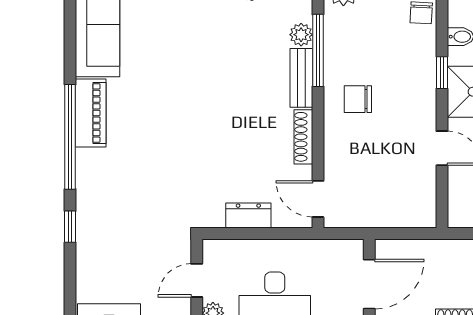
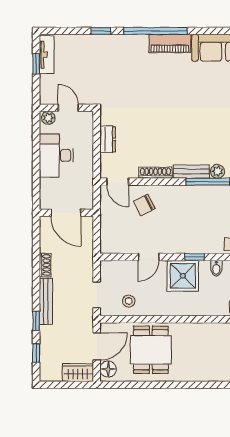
chair: (358, 99) -> (144, 205), moved, turned -117
door: (318, 199) -> (118, 182), swing flipped

